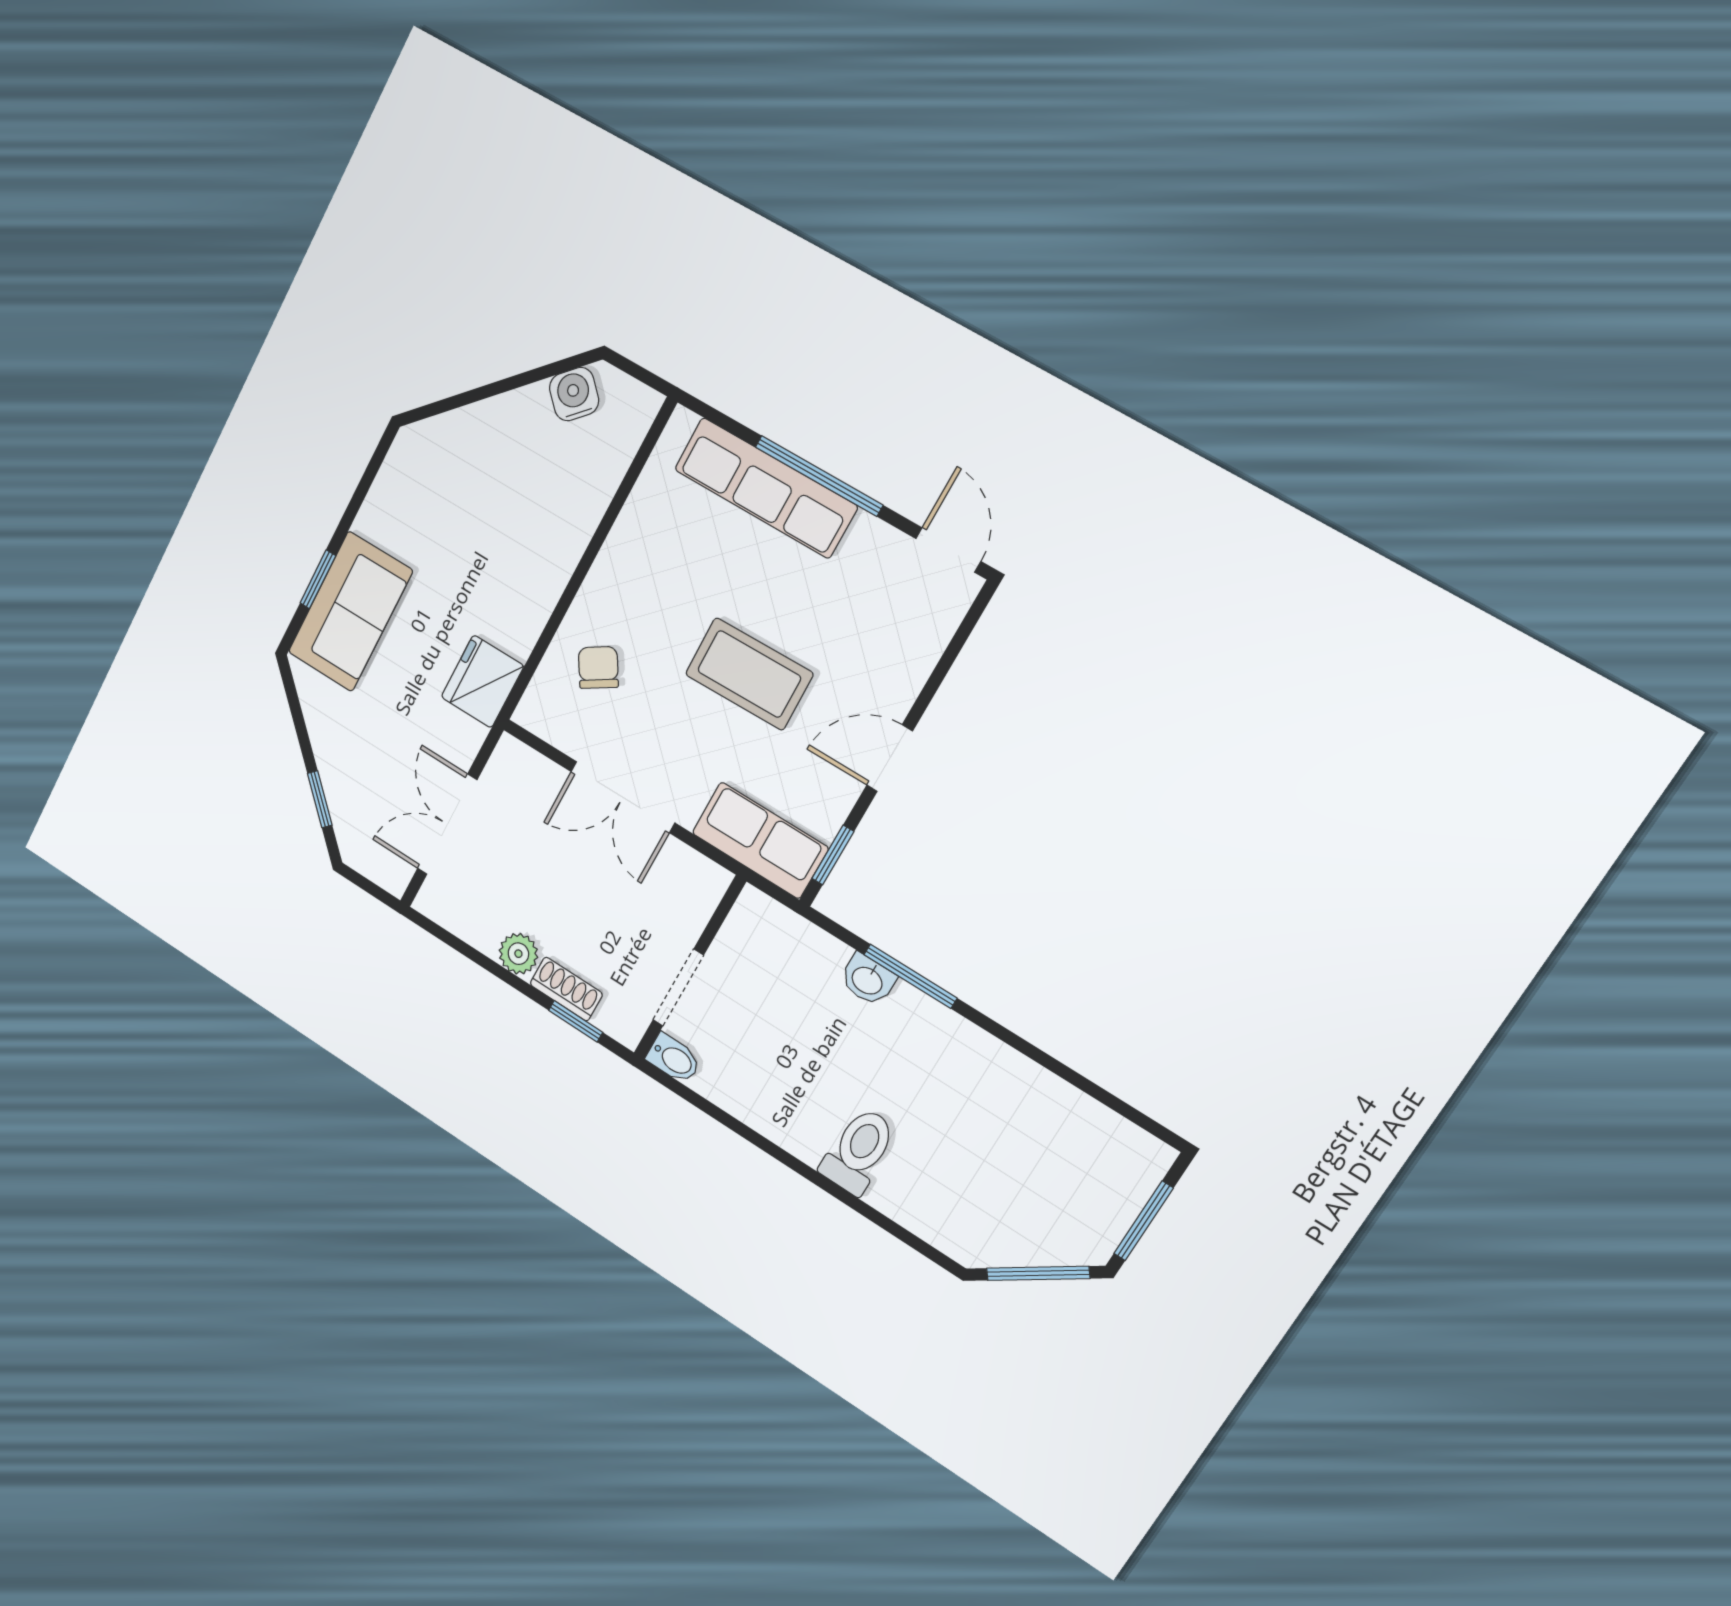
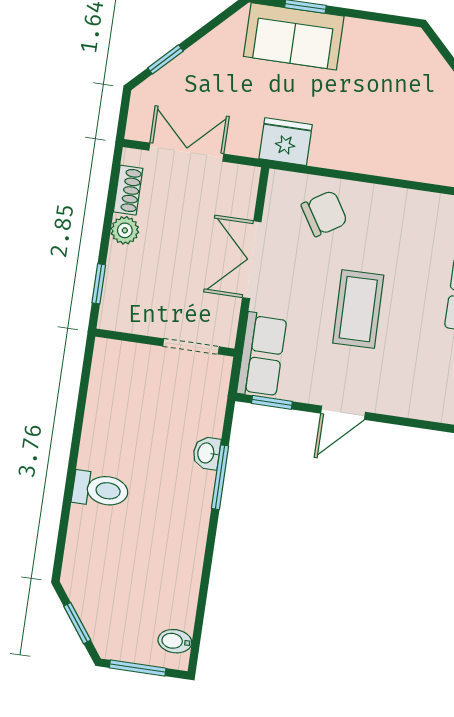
chair: (598, 668) -> (324, 214), width x1.37, depth x1.37
door: (890, 758) -> (343, 413), swing flipped
doorway: (678, 988) -> (191, 346), moved
shoe rack: (566, 989) -> (128, 190), moved
bidet: (674, 1059) -> (175, 641), moved, turned 90
window: (1038, 1273) -> (77, 623), width x0.67

